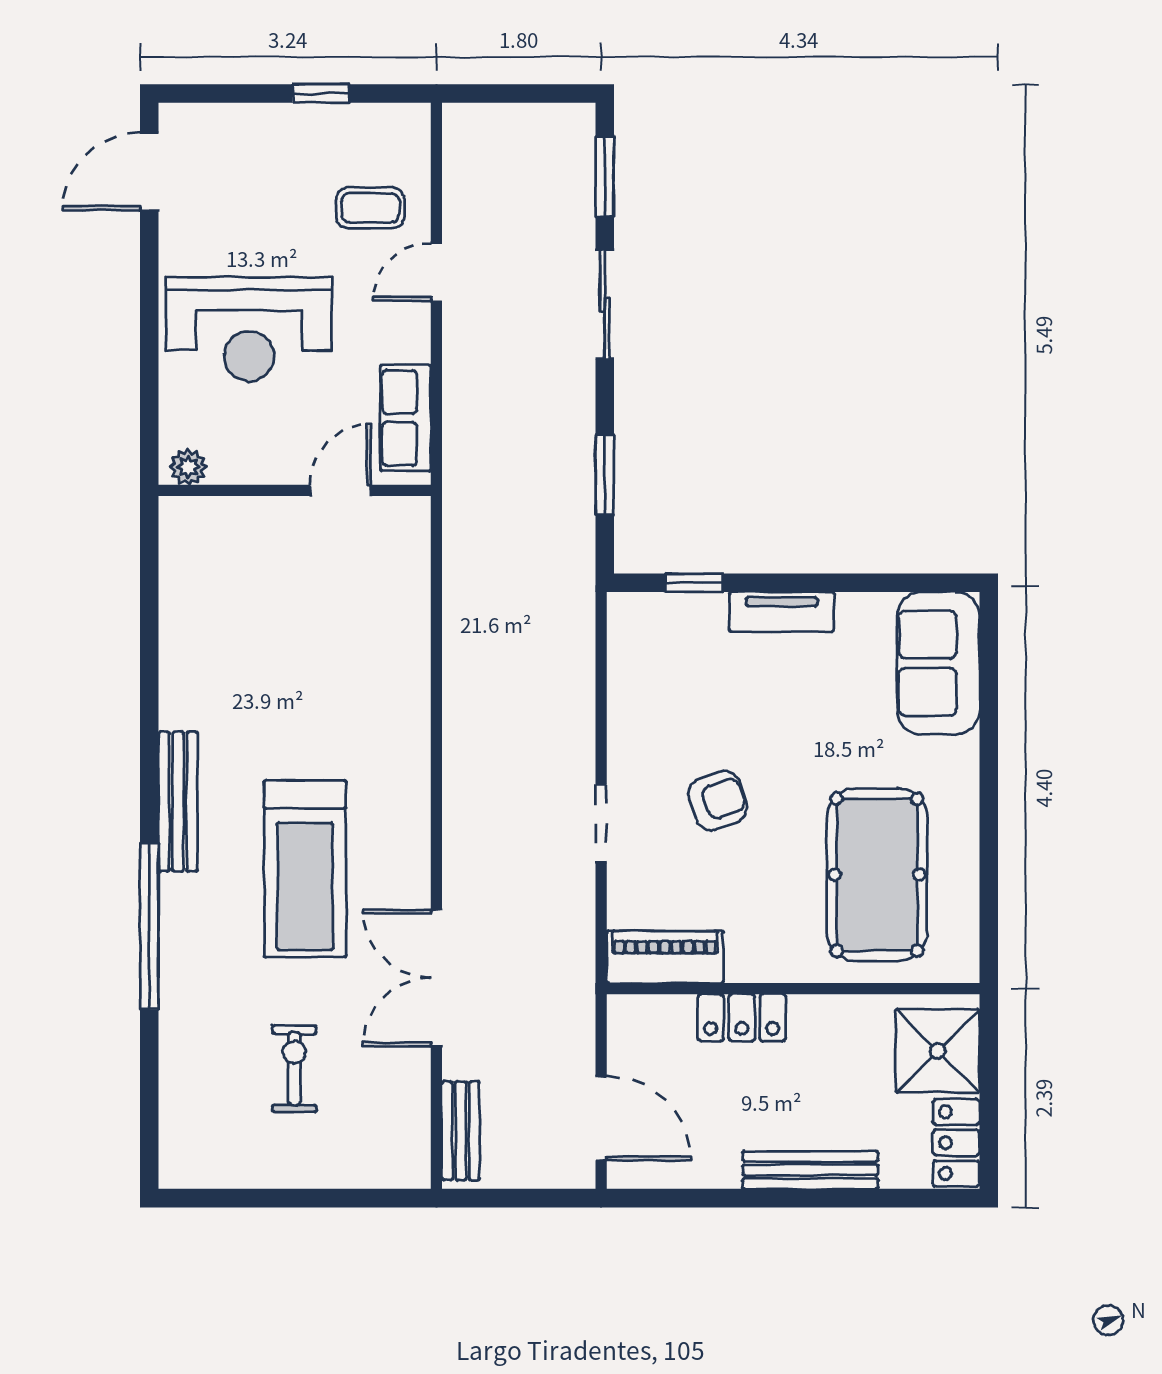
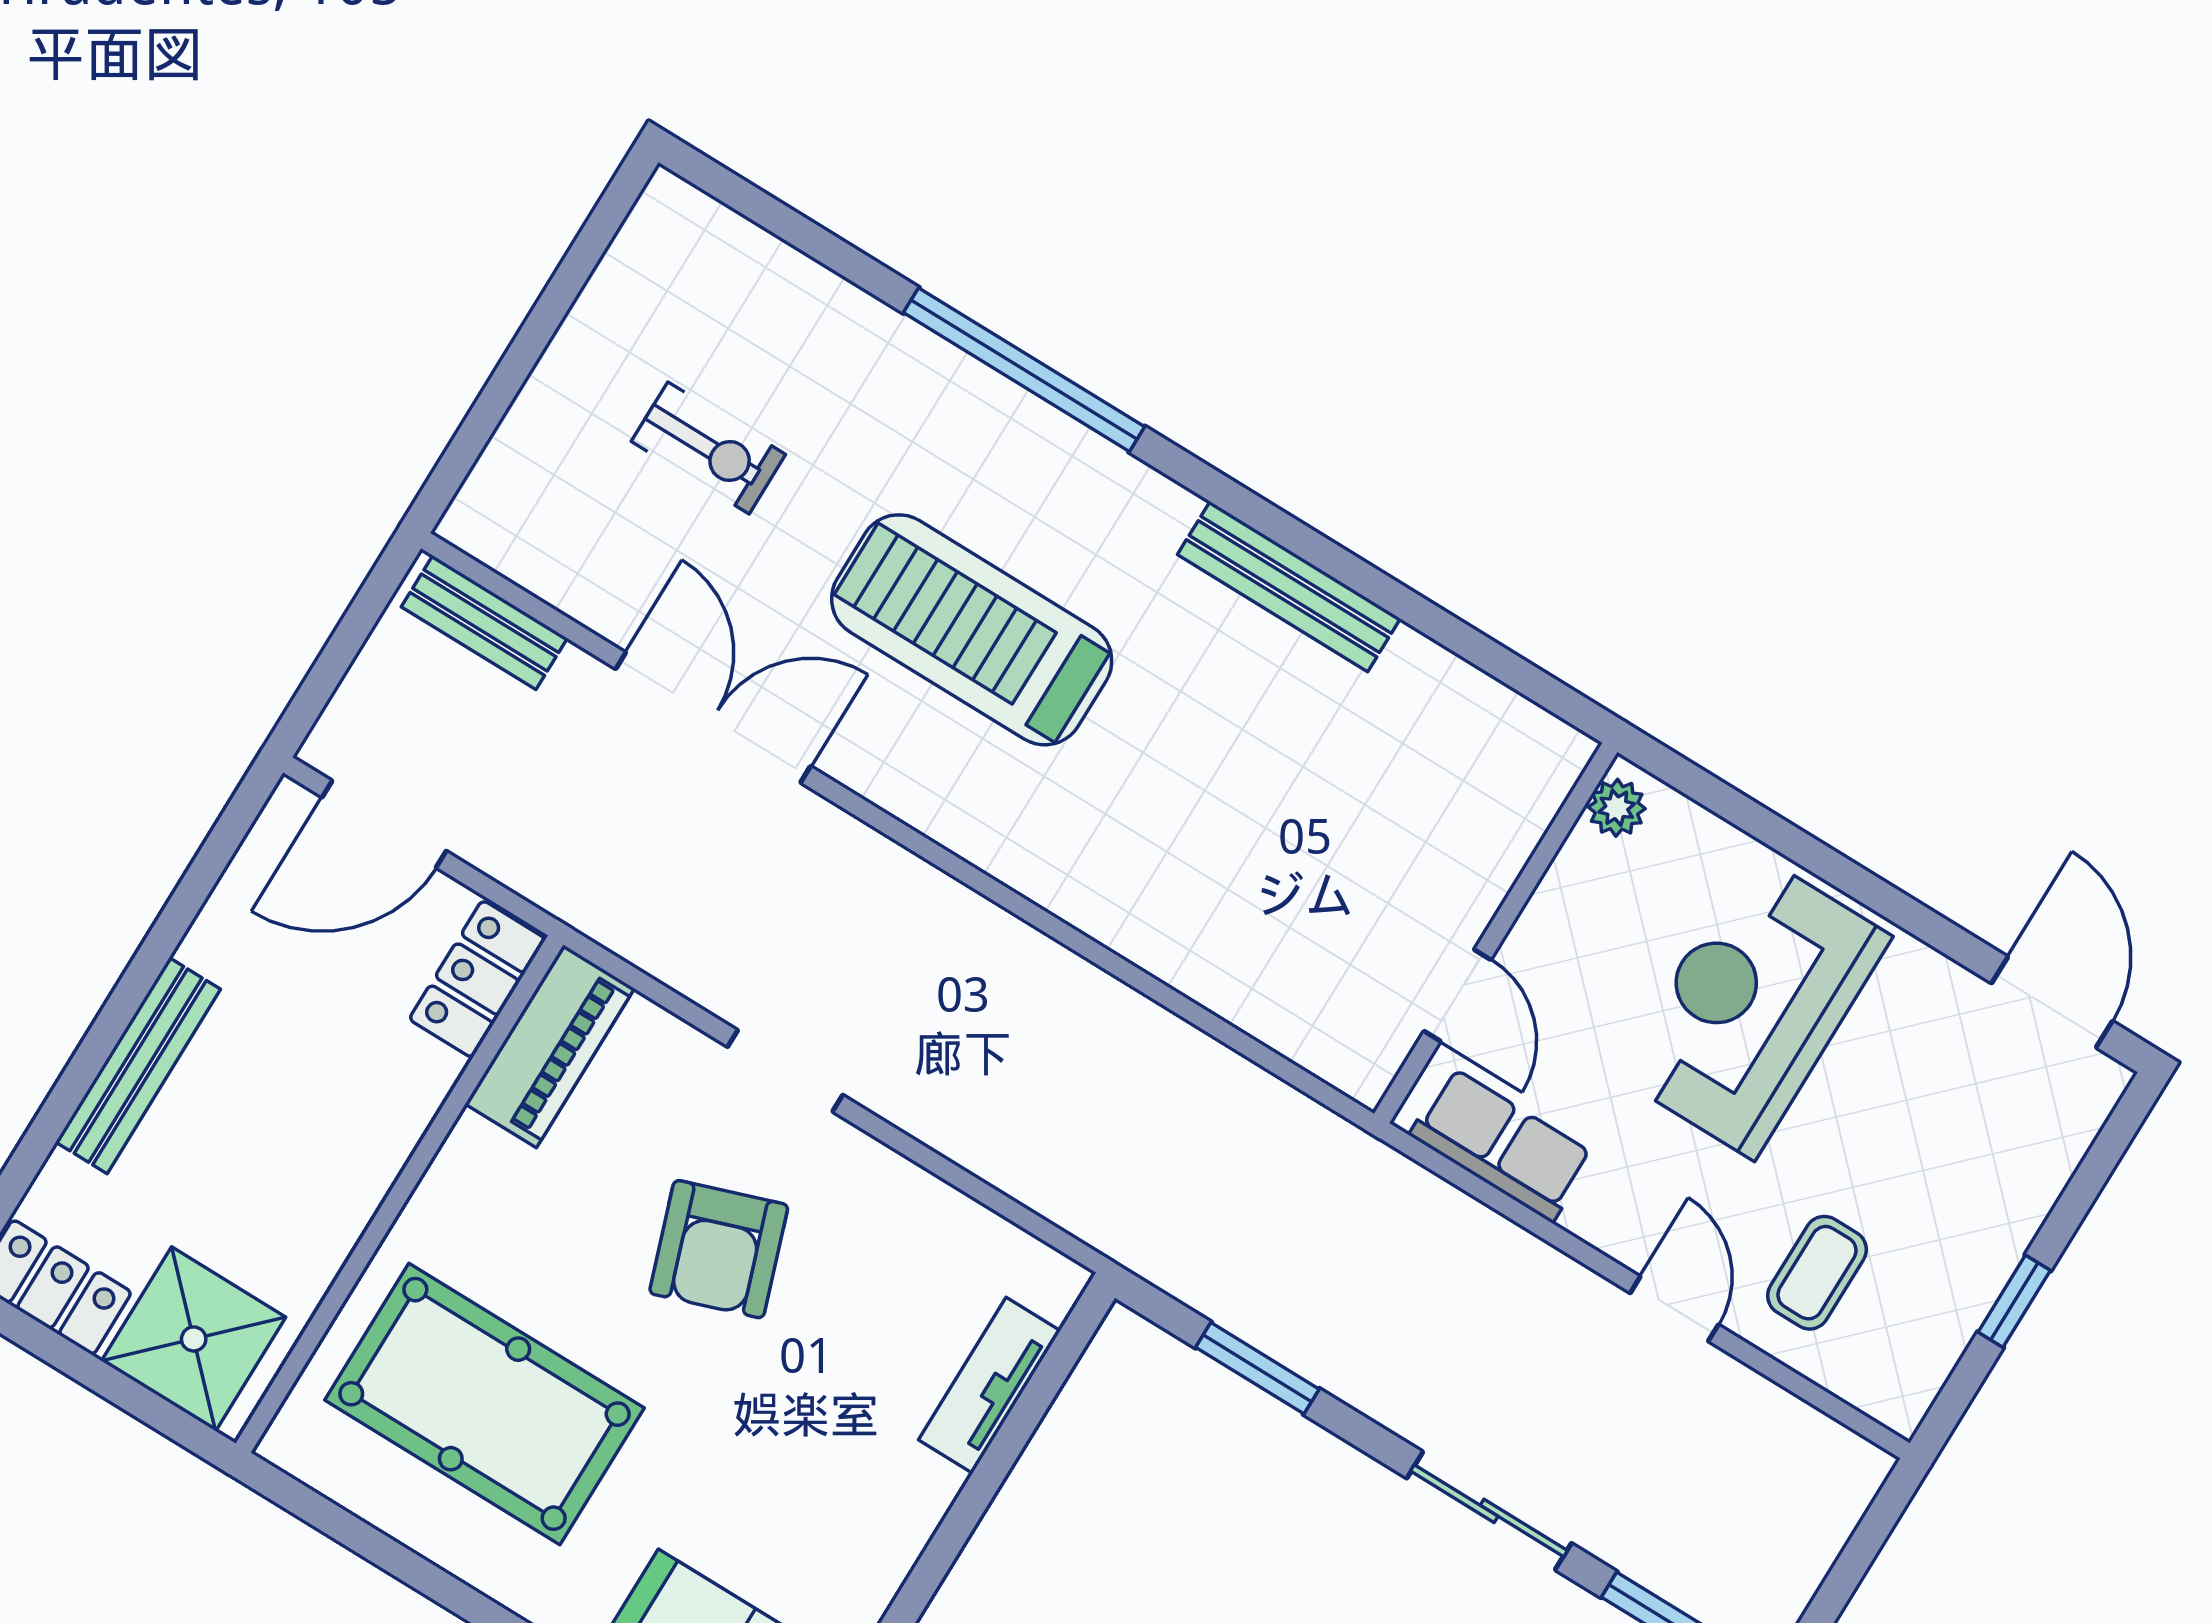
window: (694, 583) -> (1035, 1399), removed
tv unit: (782, 612) -> (989, 1385), moved
armchair: (718, 801) -> (719, 1249), width x1.38, depth x1.38
bench: (178, 802) -> (1289, 587), moved
locker: (742, 1018) -> (477, 979), moved

